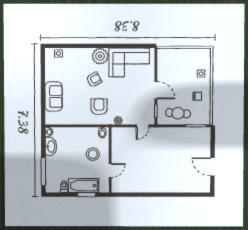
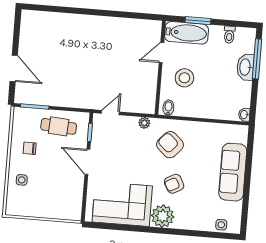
sofa: (54, 96) -> (233, 172), width x1.36
armchair: (99, 107) -> (170, 145), turned 132
washbasin: (51, 146) -> (245, 67), moved
door: (212, 167) -> (14, 68), moved
bathtub: (84, 186) -> (187, 33), moved

